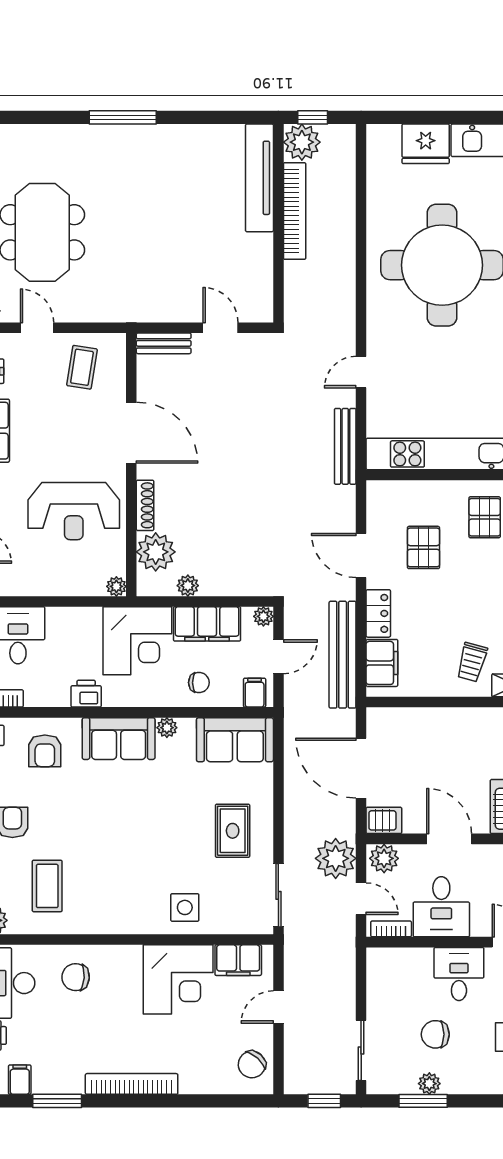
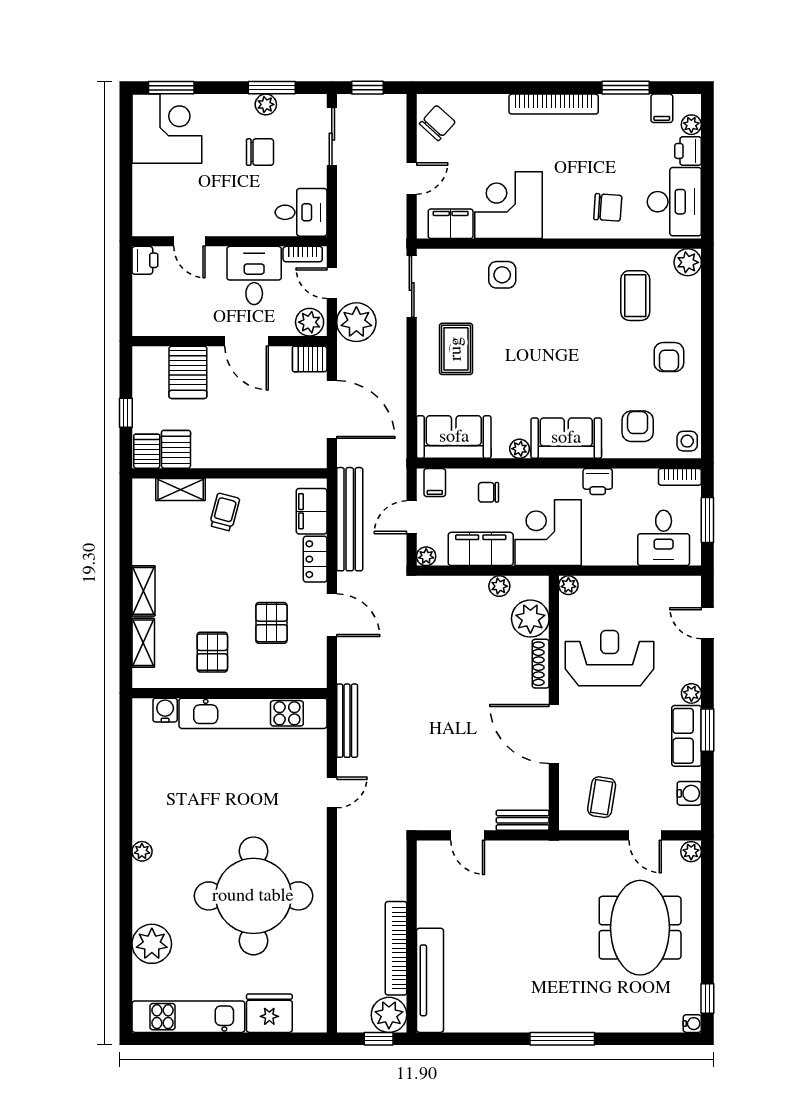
desk: (459, 974) -> (301, 212), moved, turned -90

